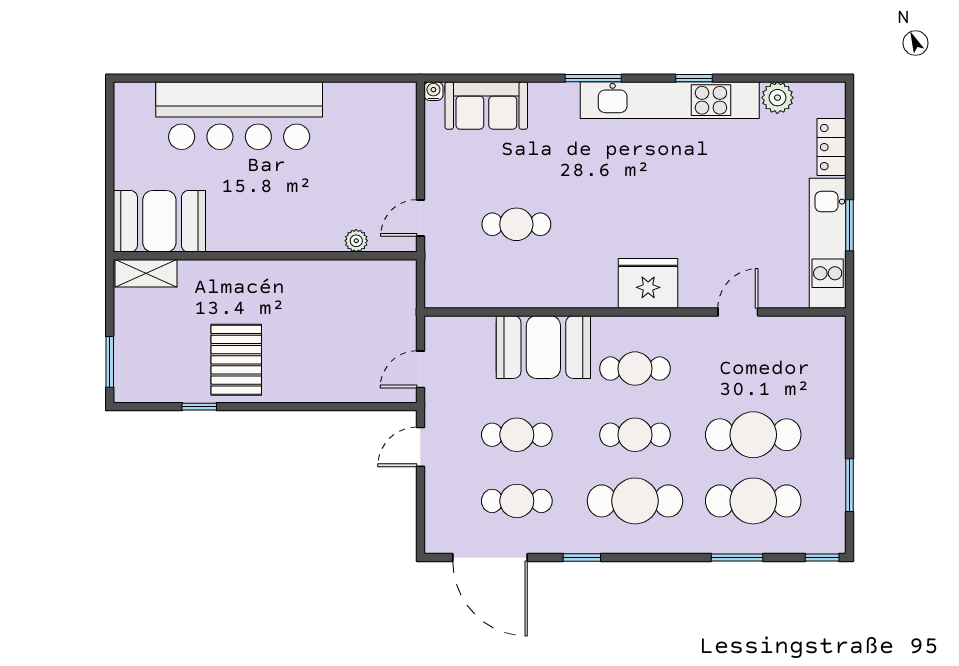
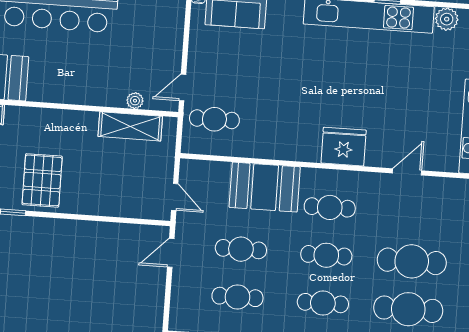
cafe table: (516, 224) -> (214, 119), moved
shelving: (352, 277) -> (130, 126), added
door: (420, 369) -> (175, 197), swing flipped
cafe table: (635, 501) -> (323, 303), width x0.73, depth x0.74

